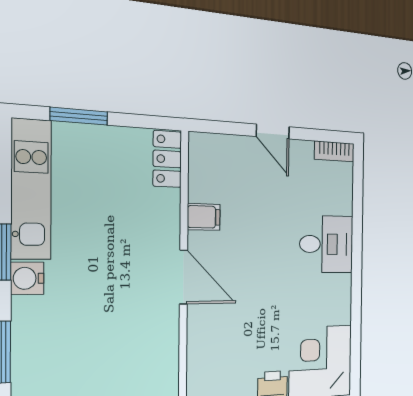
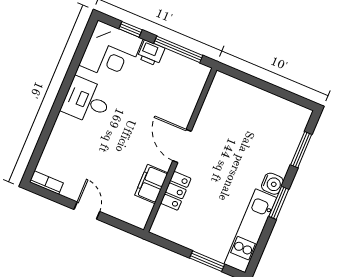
locker: (167, 159) -> (176, 191), moved
filing cabinet: (204, 217) -> (151, 184), width x2.00
desk: (326, 244) -> (87, 101), moved

